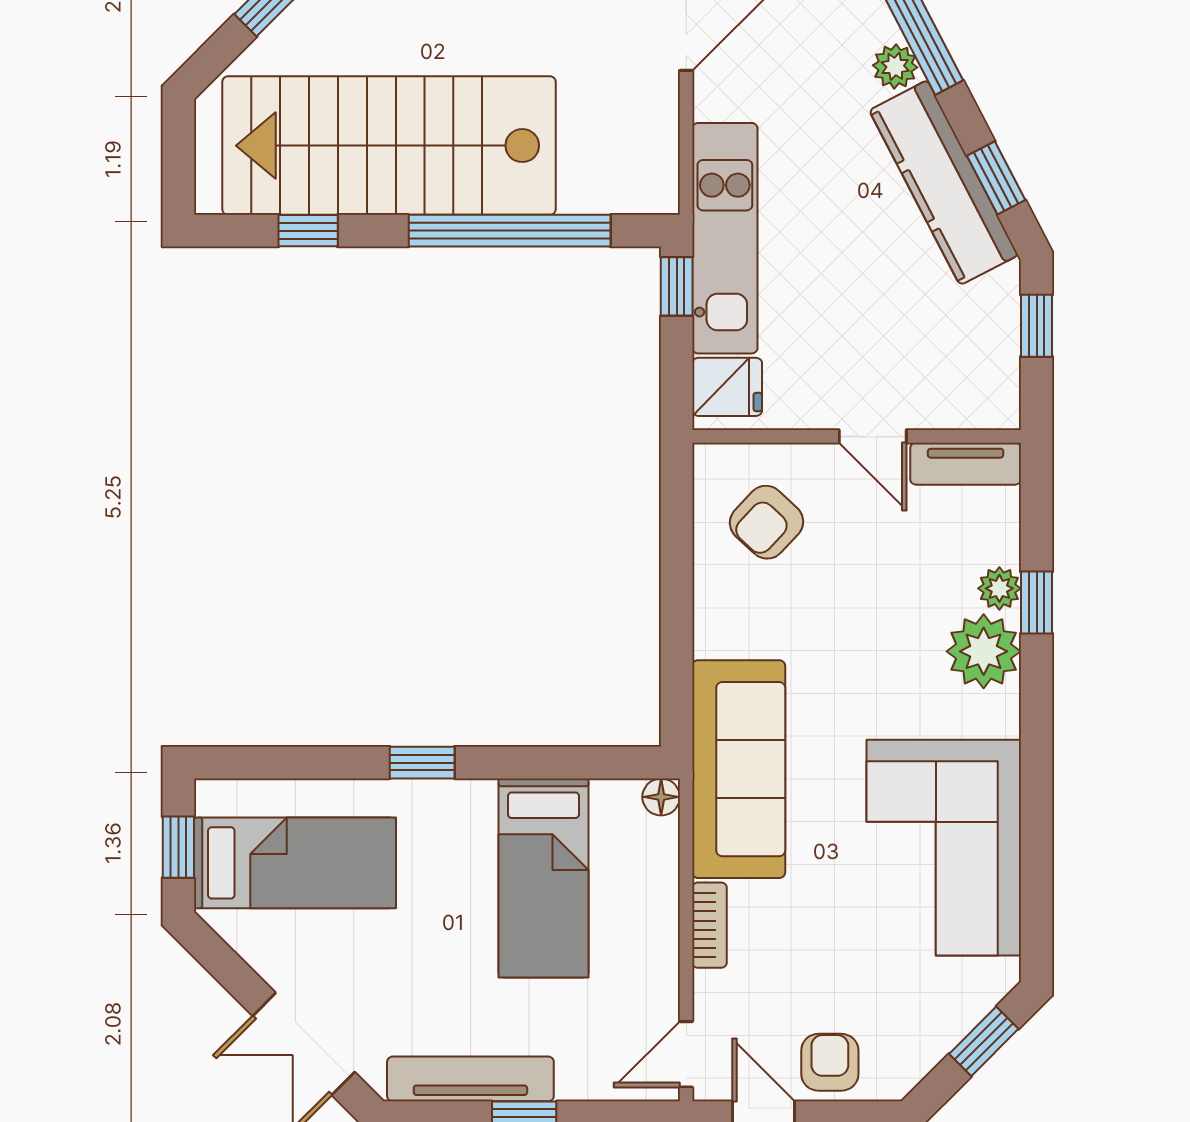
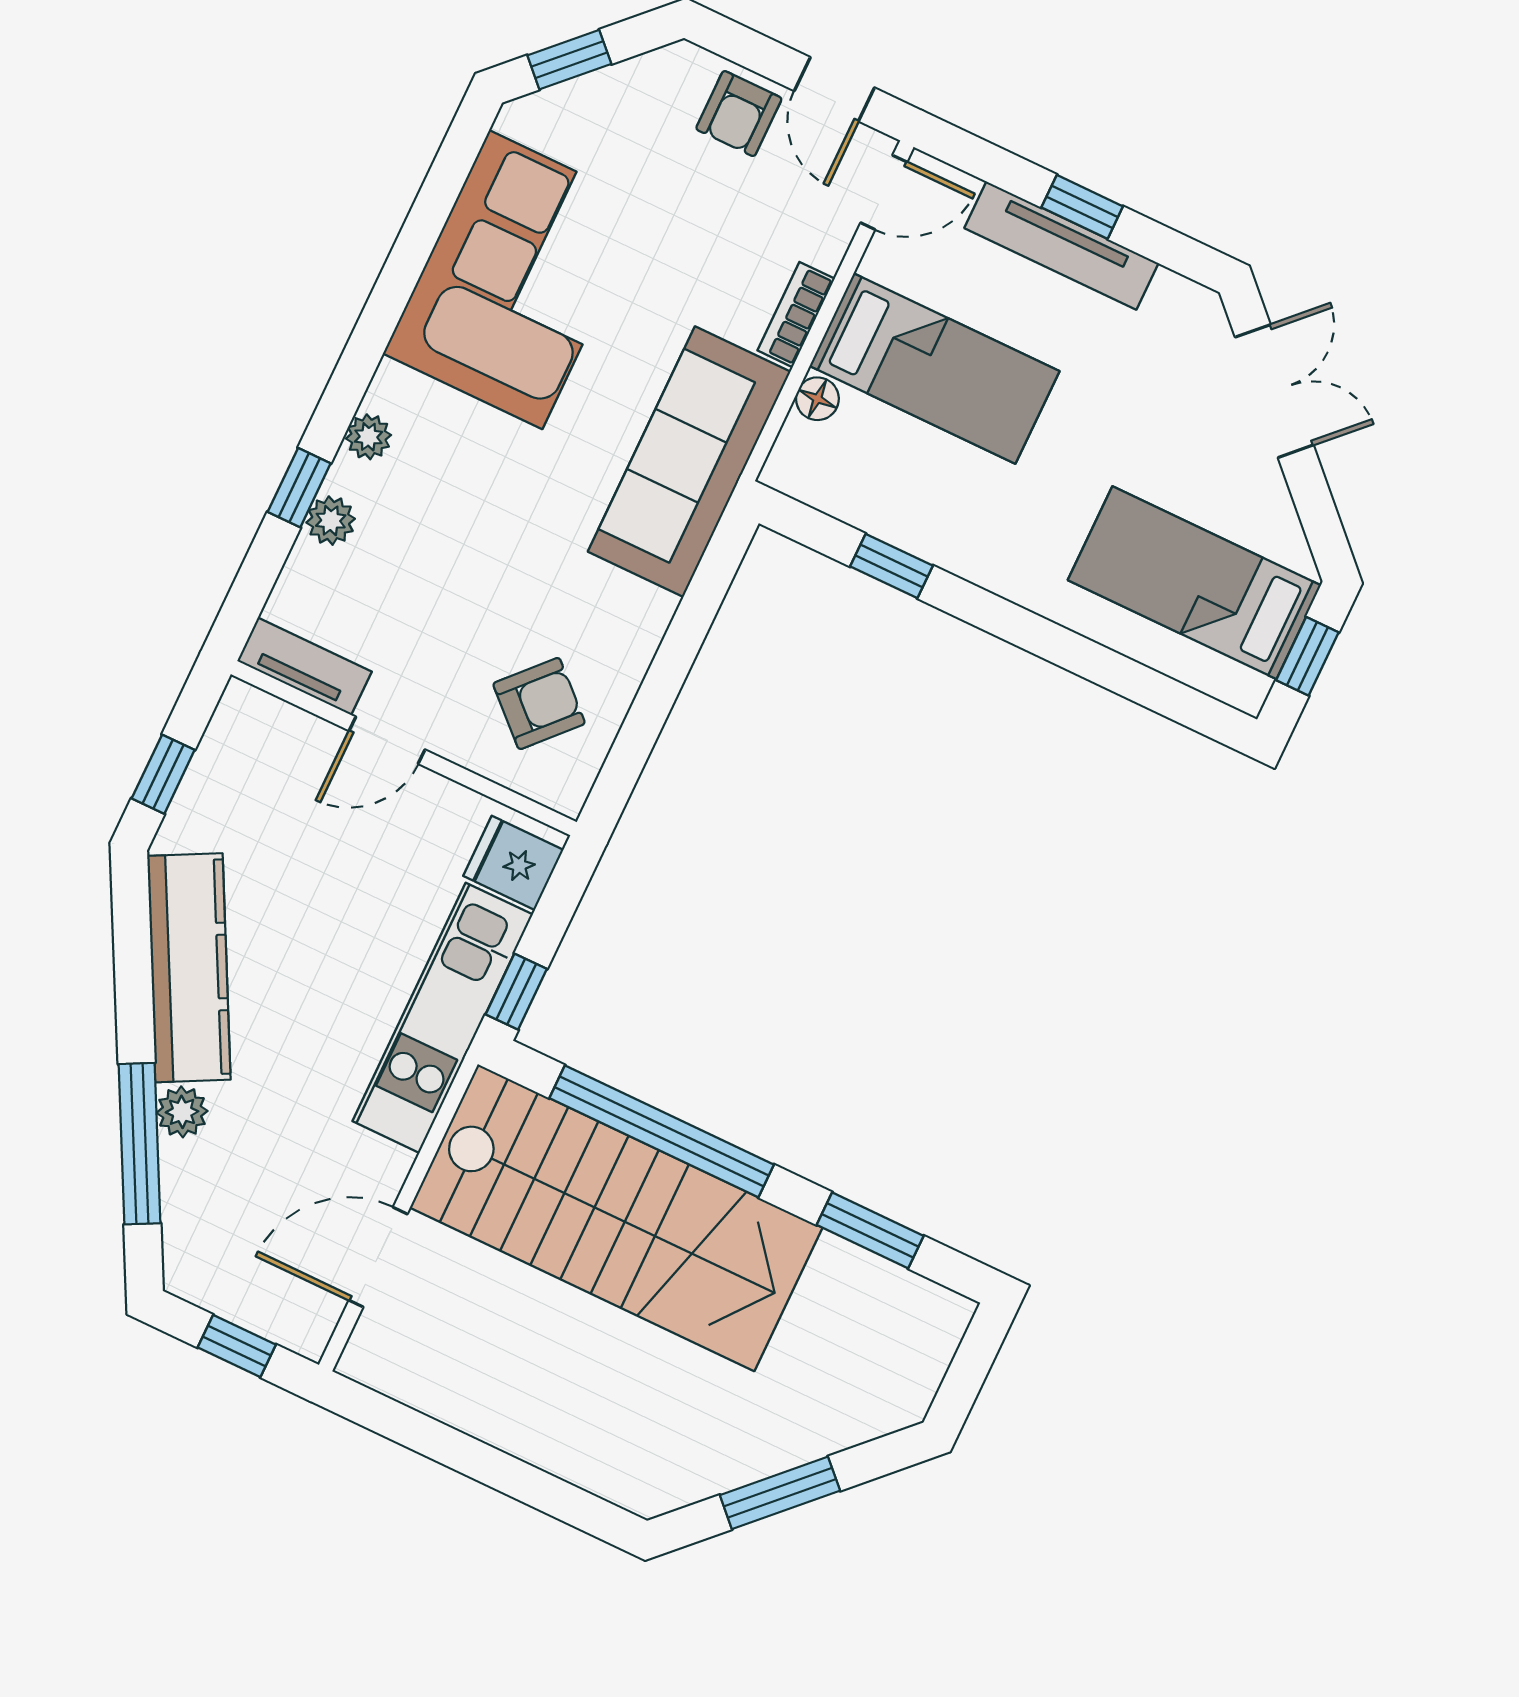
stairs: (389, 146) -> (616, 1218), moved
window: (996, 178) -> (132, 947), removed
window: (308, 231) -> (870, 1230), width x1.50
door: (873, 436) -> (387, 740), swing flipped
plant: (984, 651) -> (368, 437), width x0.53, depth x0.53
window: (422, 763) -> (892, 566), moved
floor lamp: (661, 797) -> (817, 399), moved
bed: (544, 878) -> (934, 369), moved, turned 90
tv unit: (470, 1079) -> (1061, 246), moved

